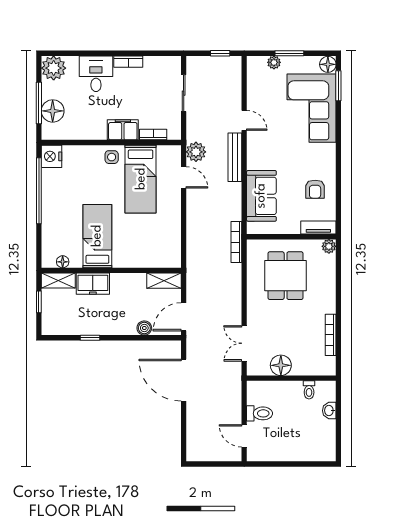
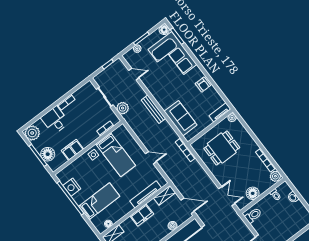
door: (244, 120) -> (134, 74), moved
filing cabinet: (123, 130) -> (72, 150), moved
plant: (196, 152) -> (123, 108), moved
nightstand: (51, 156) -> (72, 187), moved
door: (184, 177) -> (151, 158), moved
armchair: (315, 189) -> (203, 85), moved
bed: (97, 236) -> (99, 201), moved, turned 90
tv unit: (140, 260) -> (146, 194), added
dining table: (286, 276) -> (222, 148), turned 90
freezer: (93, 284) -> (142, 215), moved
door: (184, 317) -> (188, 206), swing flipped
double door: (244, 343) -> (227, 196), swing flipped
plant: (327, 366) -> (275, 176), added
toilet: (260, 413) -> (253, 215), moved

